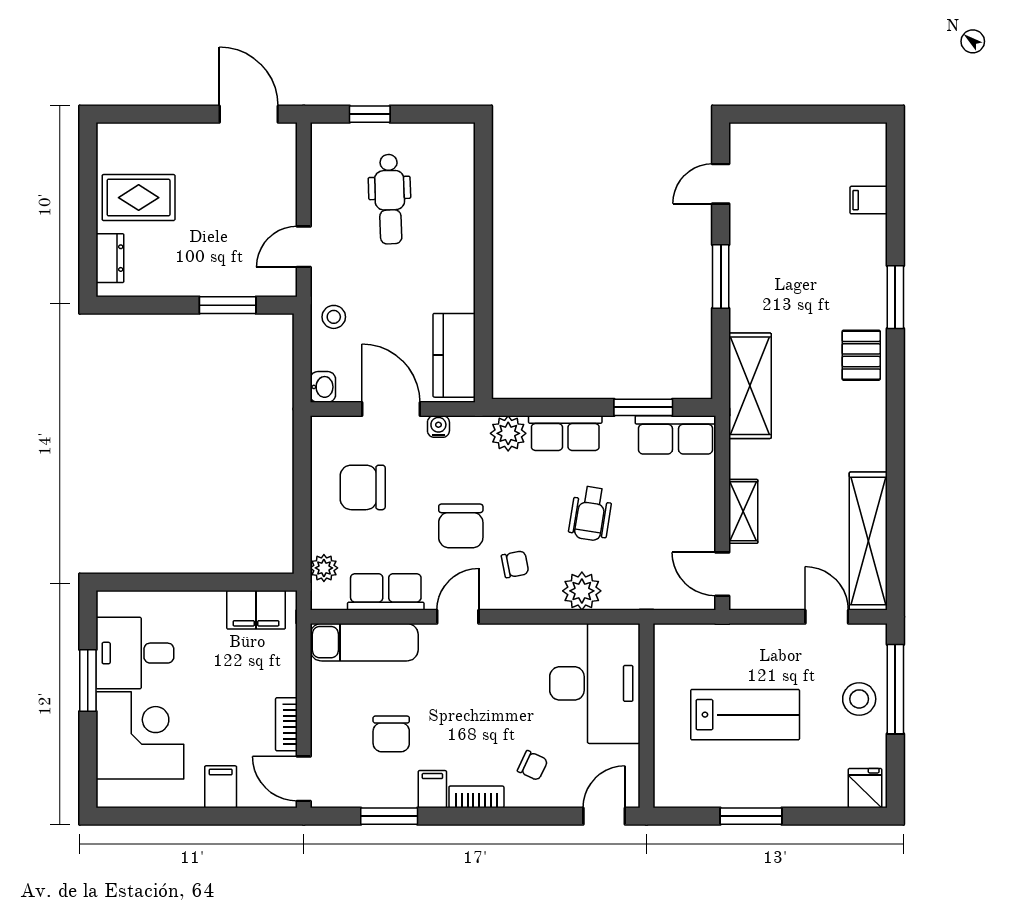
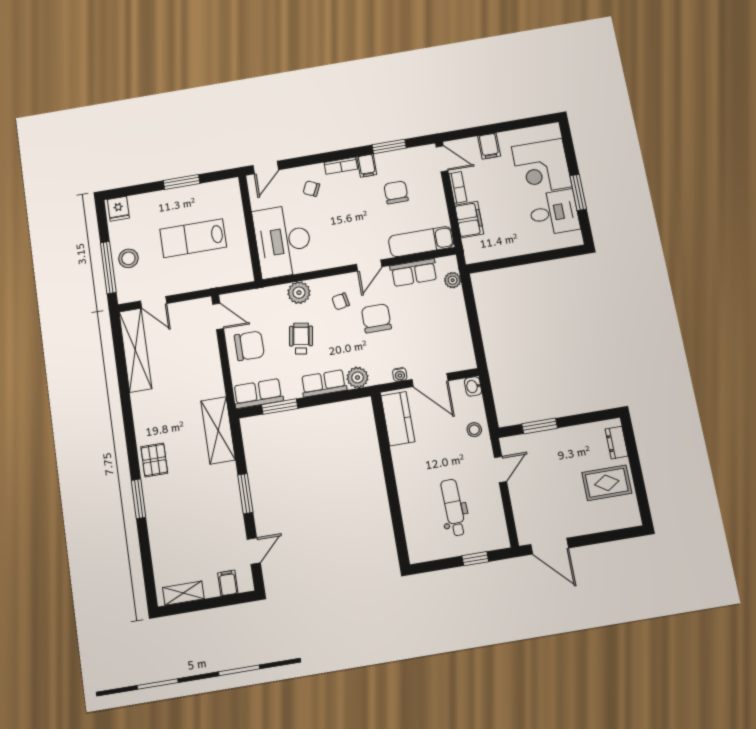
filing cabinet: (869, 200) -> (228, 583), moved, turned -90
chair: (363, 487) -> (249, 346), moved
shelving: (743, 511) -> (183, 593), moved, turned 90
filing cabinet: (256, 610) -> (469, 220), moved, turned 90

